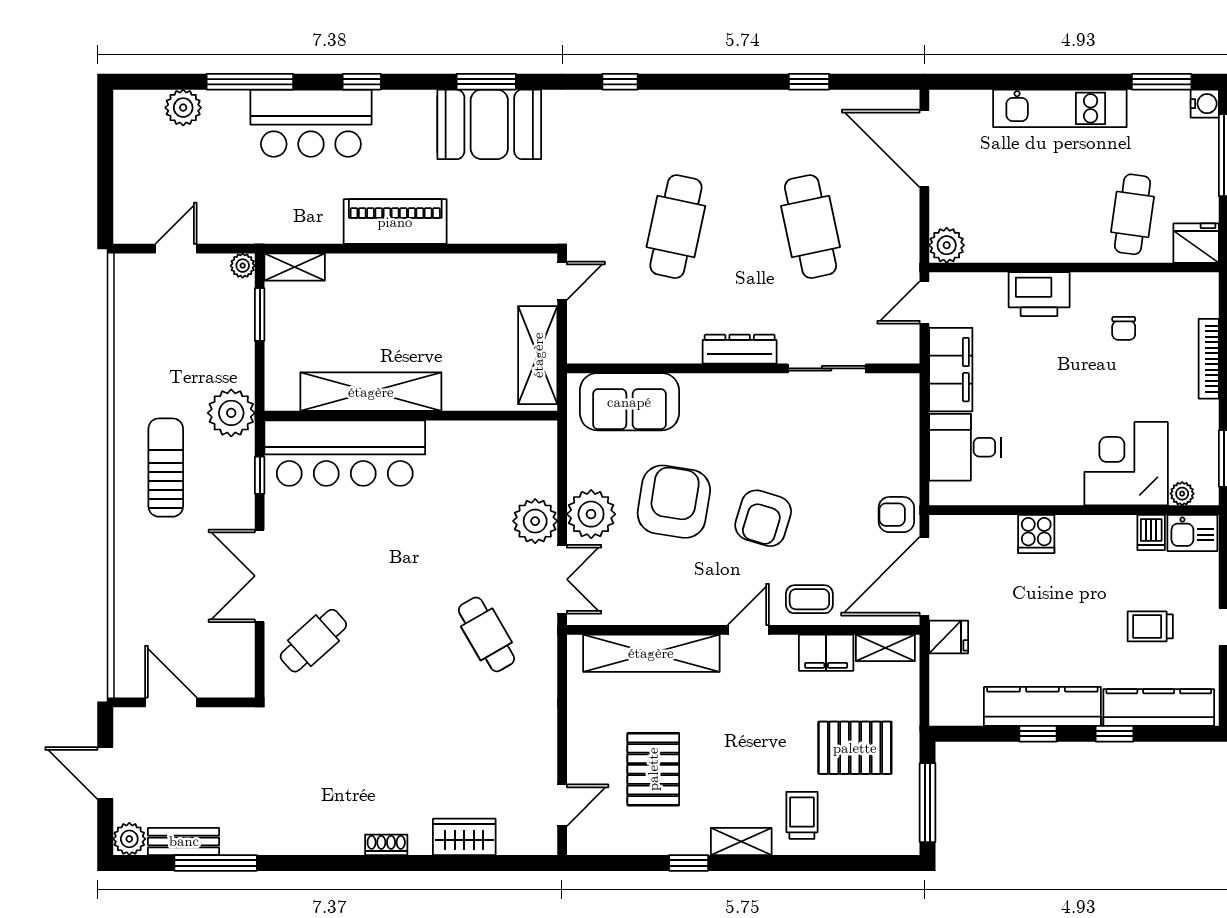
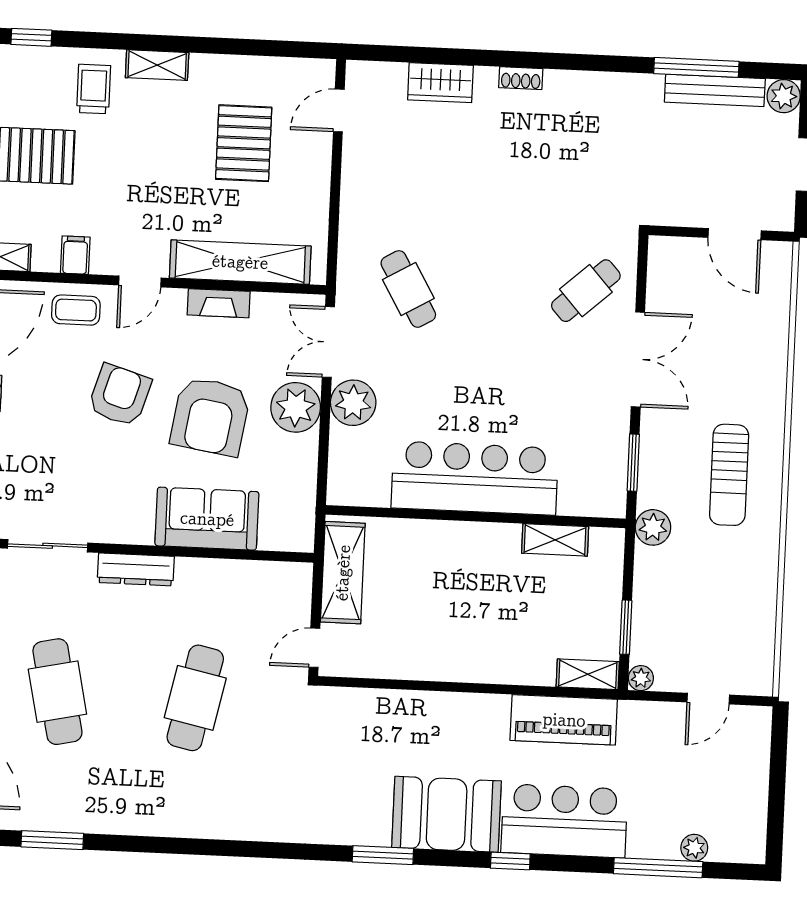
window: (250, 82) -> (658, 868), moved
window: (620, 82) -> (246, 849), removed
window: (809, 82) -> (52, 840), width x1.50
plant: (183, 108) -> (694, 848), width x0.73, depth x0.73
booth: (489, 124) -> (447, 814), moved
piano: (395, 222) -> (564, 720), moved
shelving: (371, 392) -> (555, 540), width x0.45, depth x0.75
sofa: (629, 402) -> (207, 519), moved
plant: (231, 413) -> (653, 527), width x0.73, depth x0.73
bar counter: (345, 453) -> (475, 478), moved
window: (260, 475) -> (633, 463), width x1.50
fireplace: (671, 612) -> (219, 303), added
filing cabinet: (826, 653) -> (75, 255), width x0.50
trolley: (802, 815) -> (94, 89), turned 180
bench: (184, 841) -> (715, 90), width x1.36
window: (689, 863) -> (31, 37), moved

